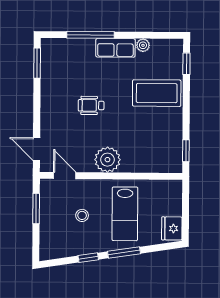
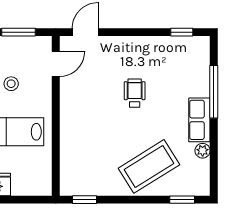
window: (37, 63) -> (182, 32), width x0.67
coffee table: (157, 93) -> (149, 166), turned 58
plant: (107, 160) -> (74, 112), removed

